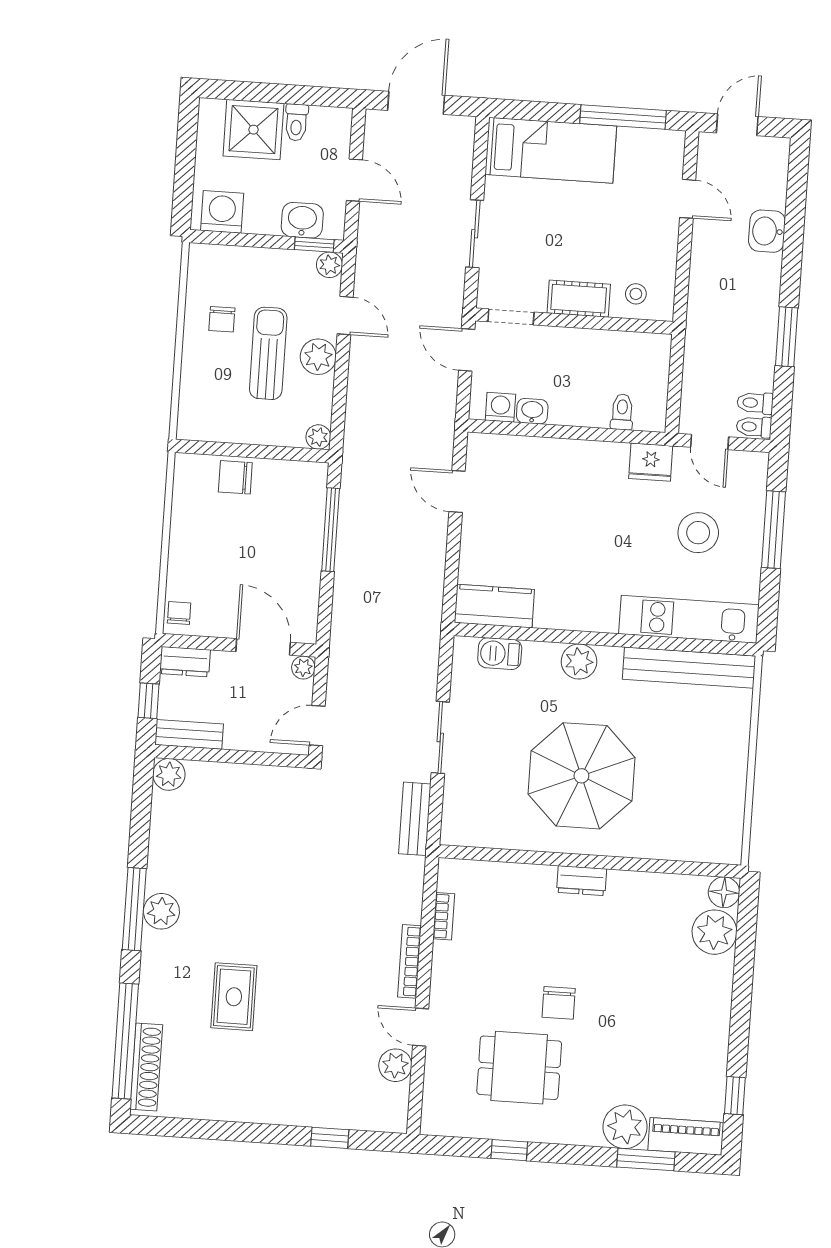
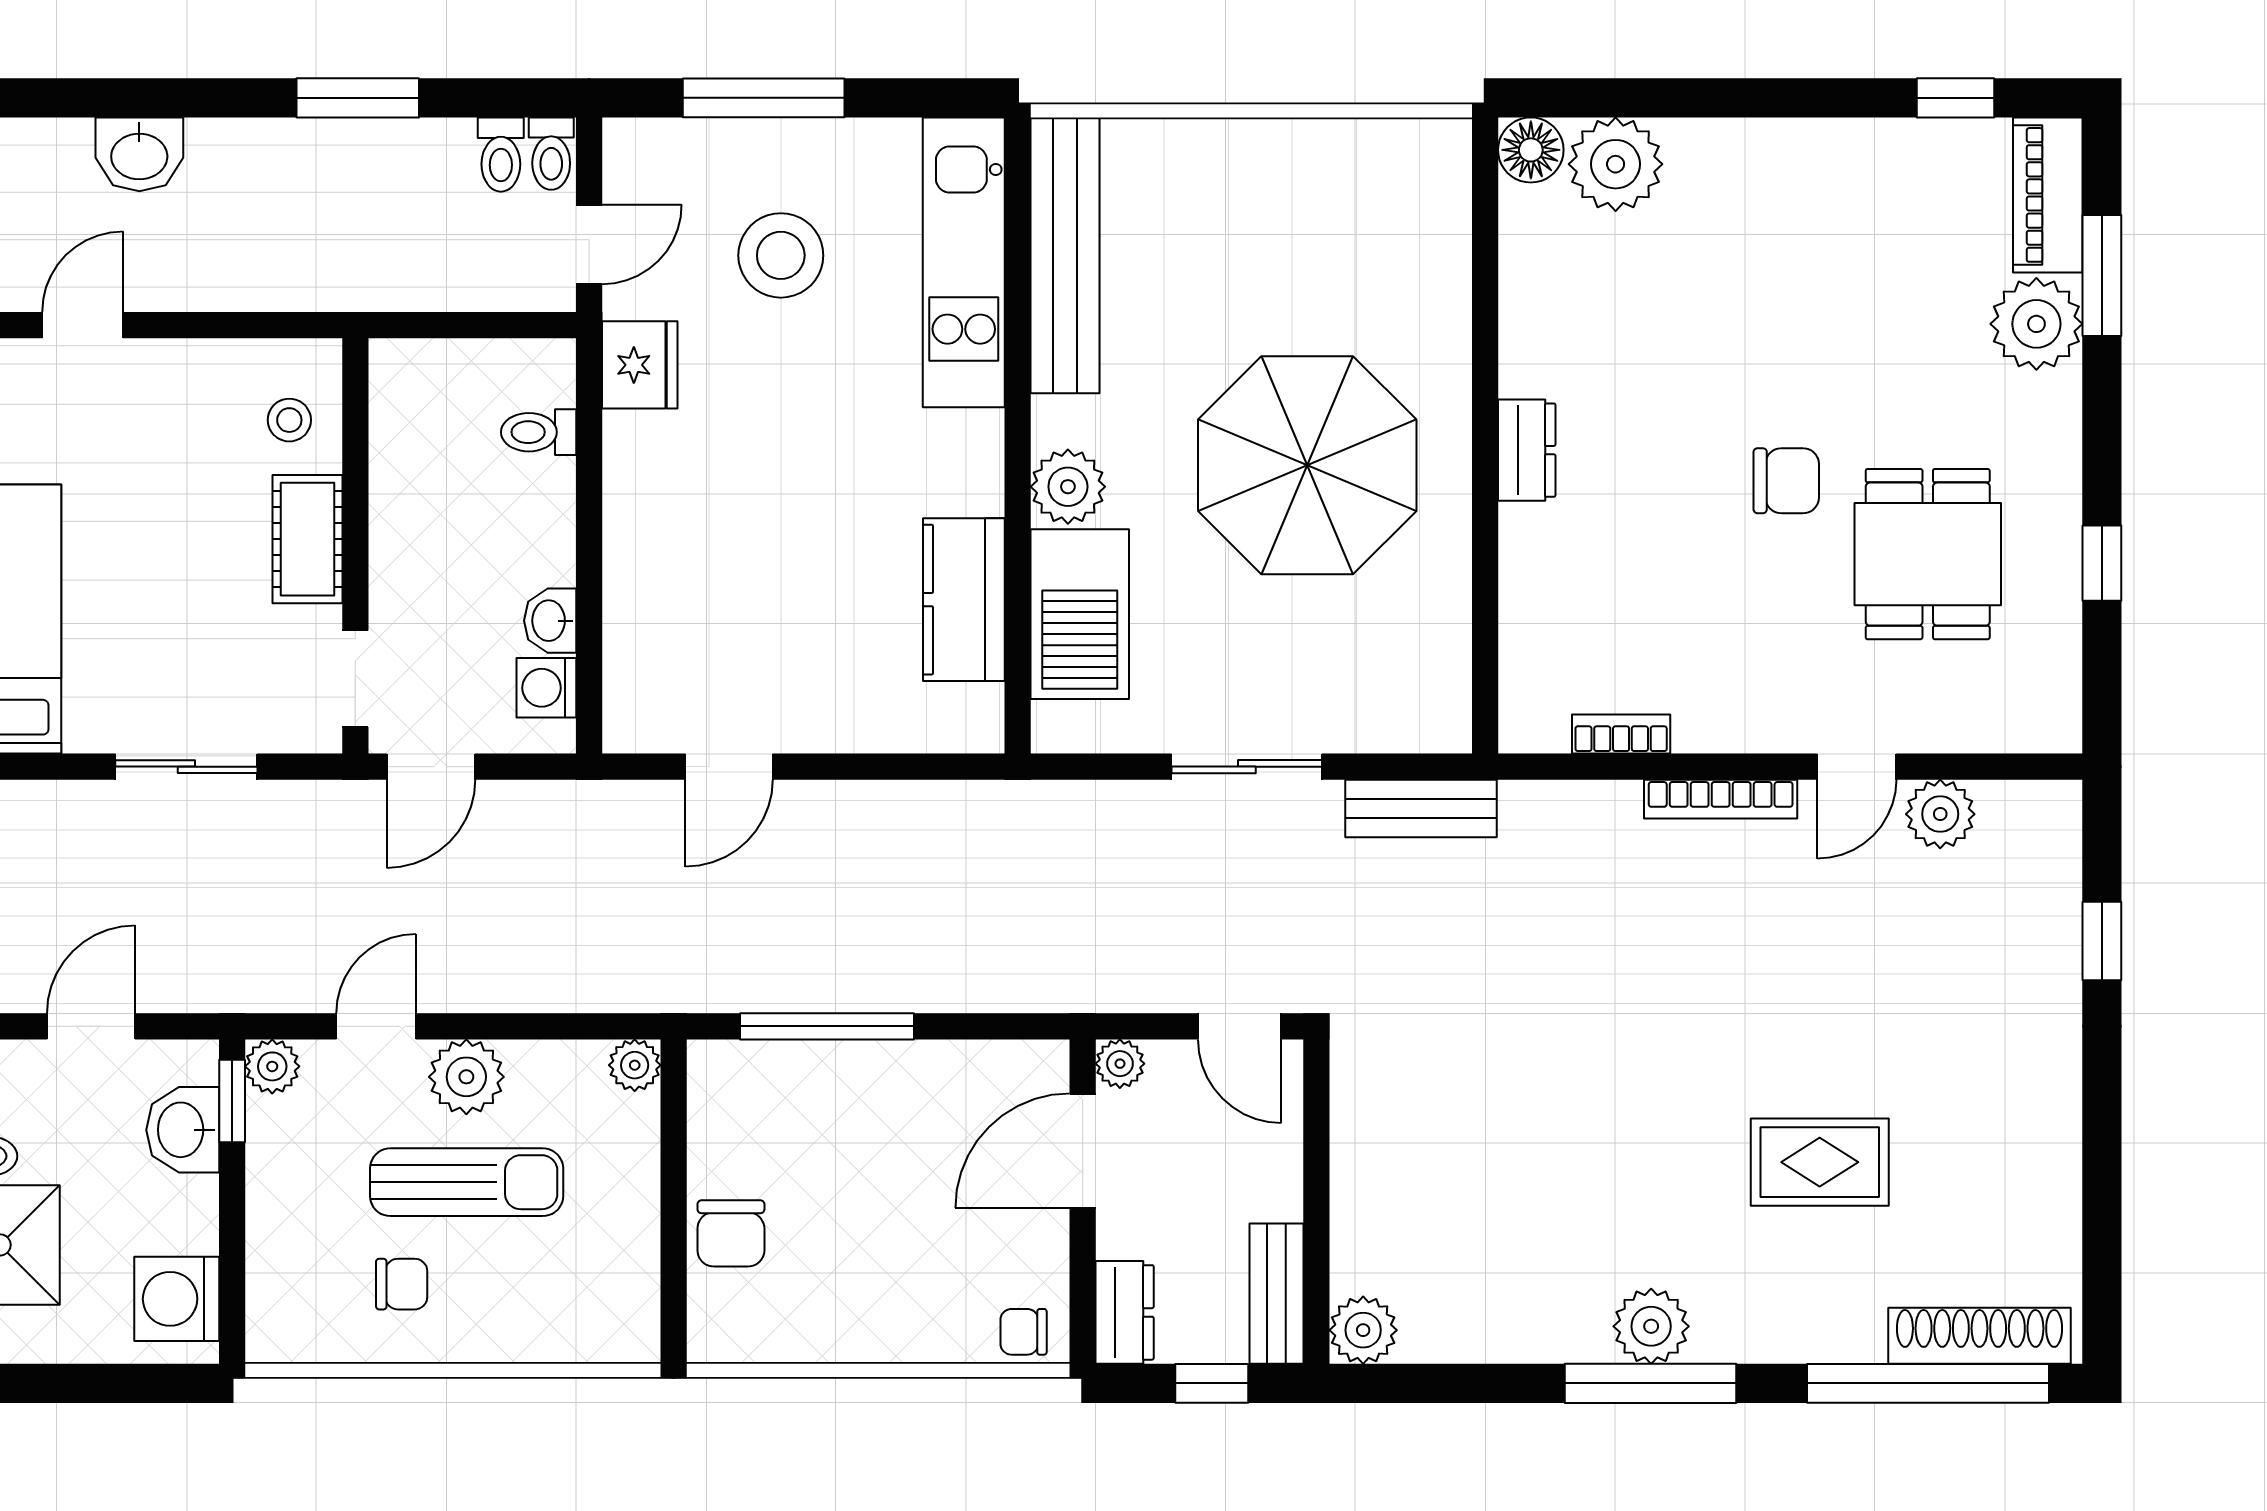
sun lounger: (268, 353) -> (467, 1182), turned 180
kitchen counter: (494, 606) -> (964, 600), moved
barbecue: (500, 654) -> (1080, 614), width x1.88, depth x1.53

